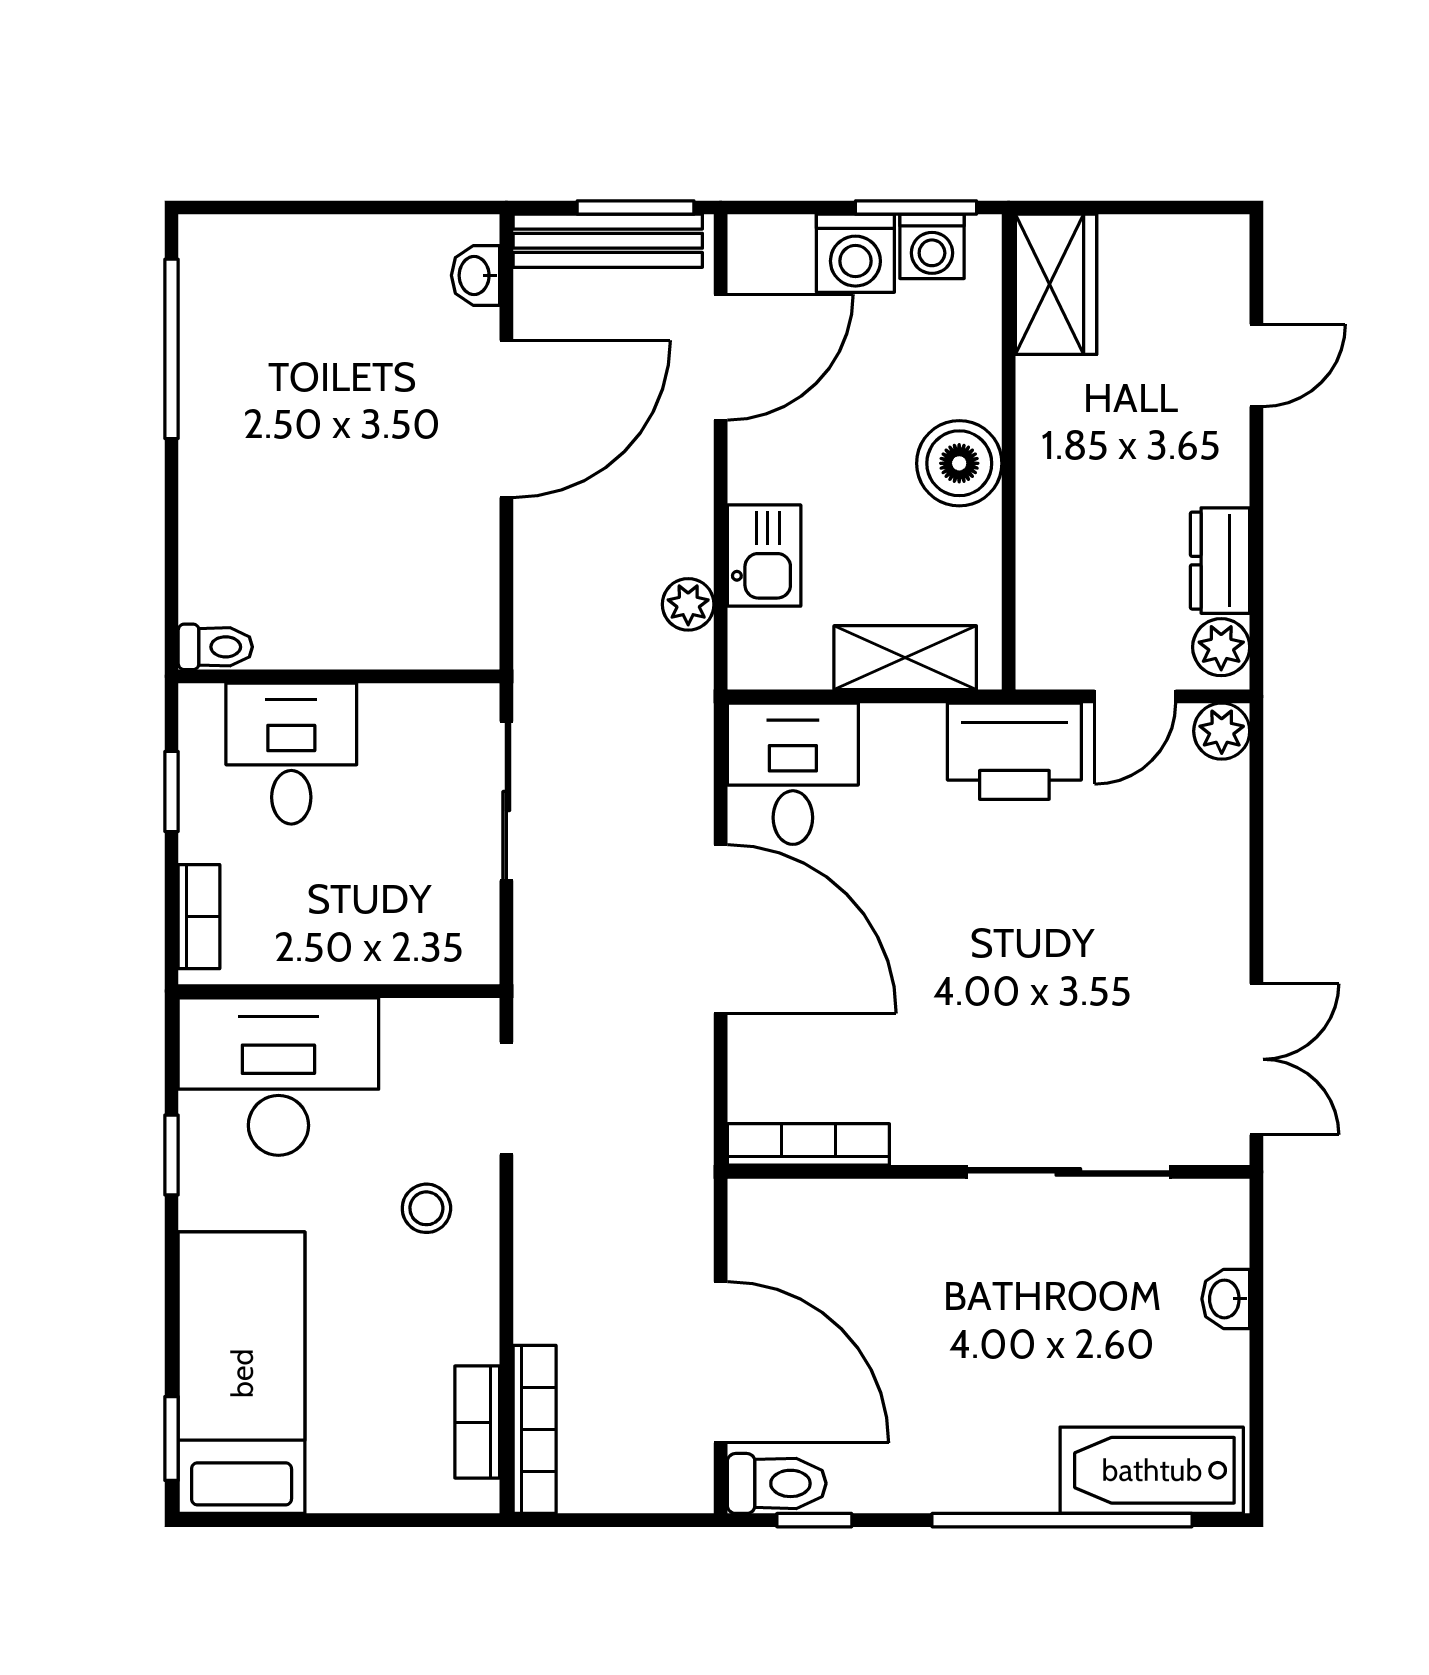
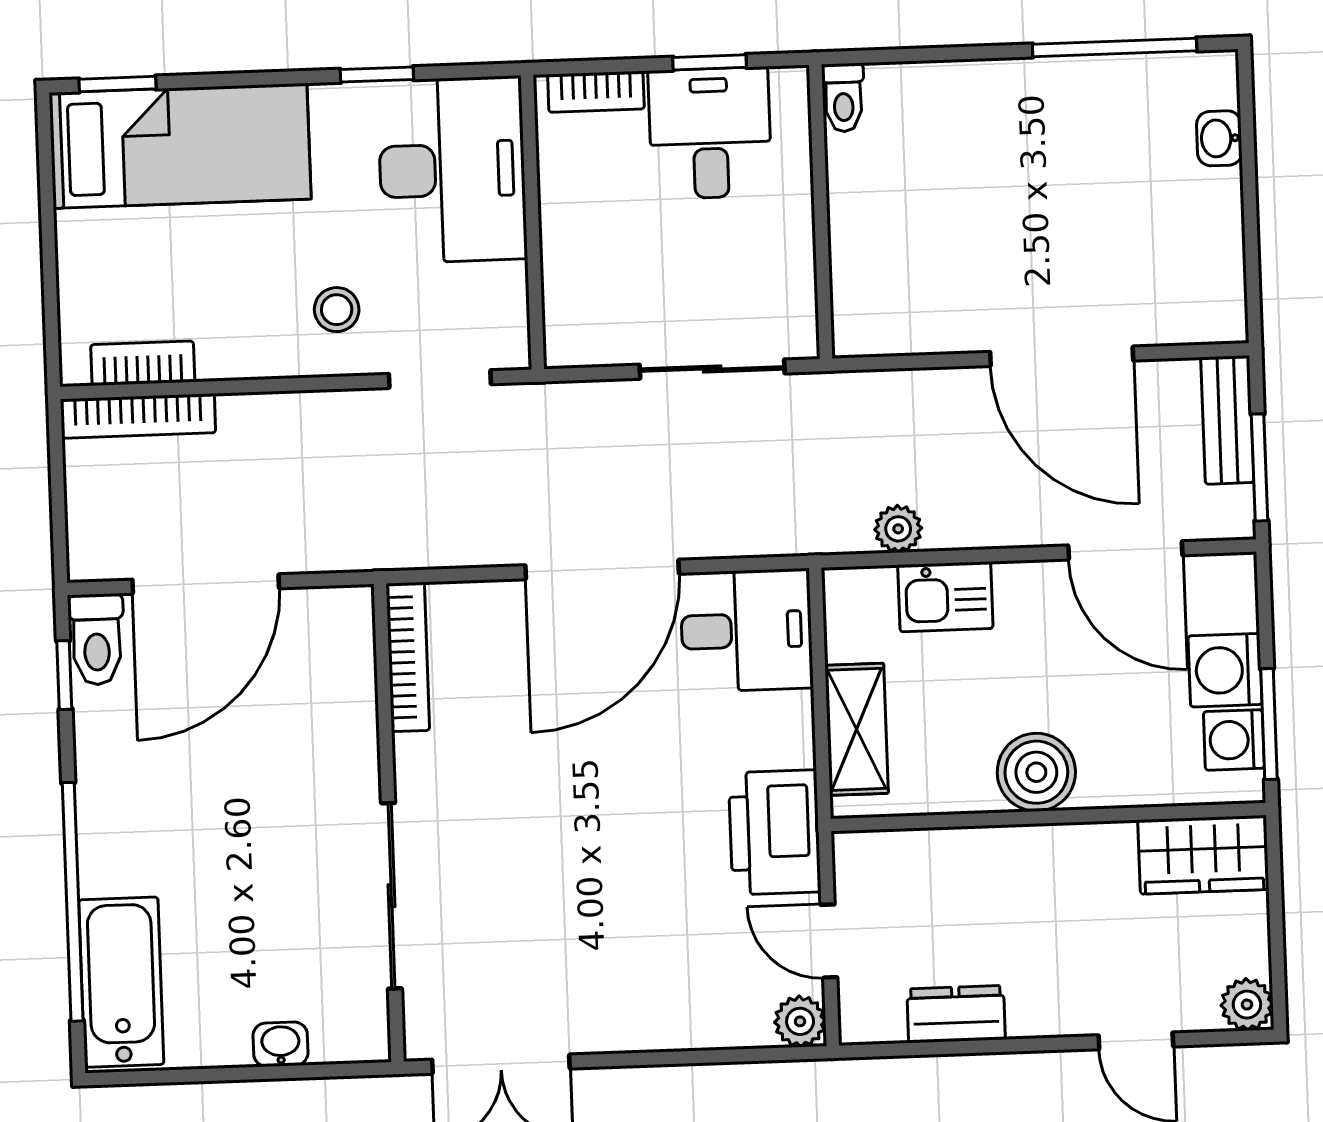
bench: (608, 241) -> (1227, 420), width x0.73
washbasin: (476, 275) -> (1219, 138), moved, turned -90
plant: (1221, 647) -> (1247, 1005), moved
desk: (291, 754) -> (710, 133), moved, turned -90

